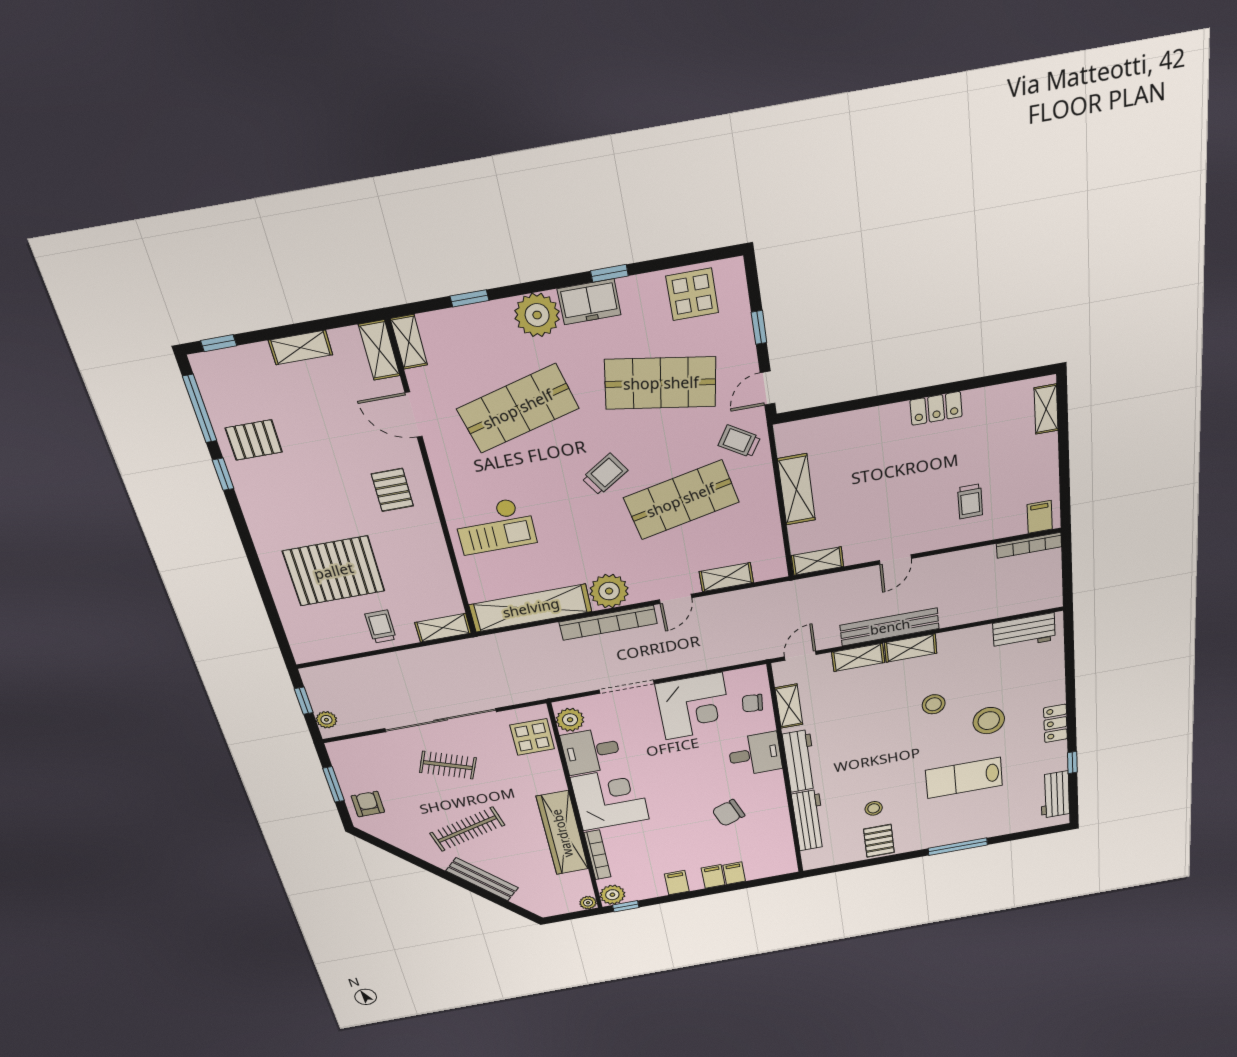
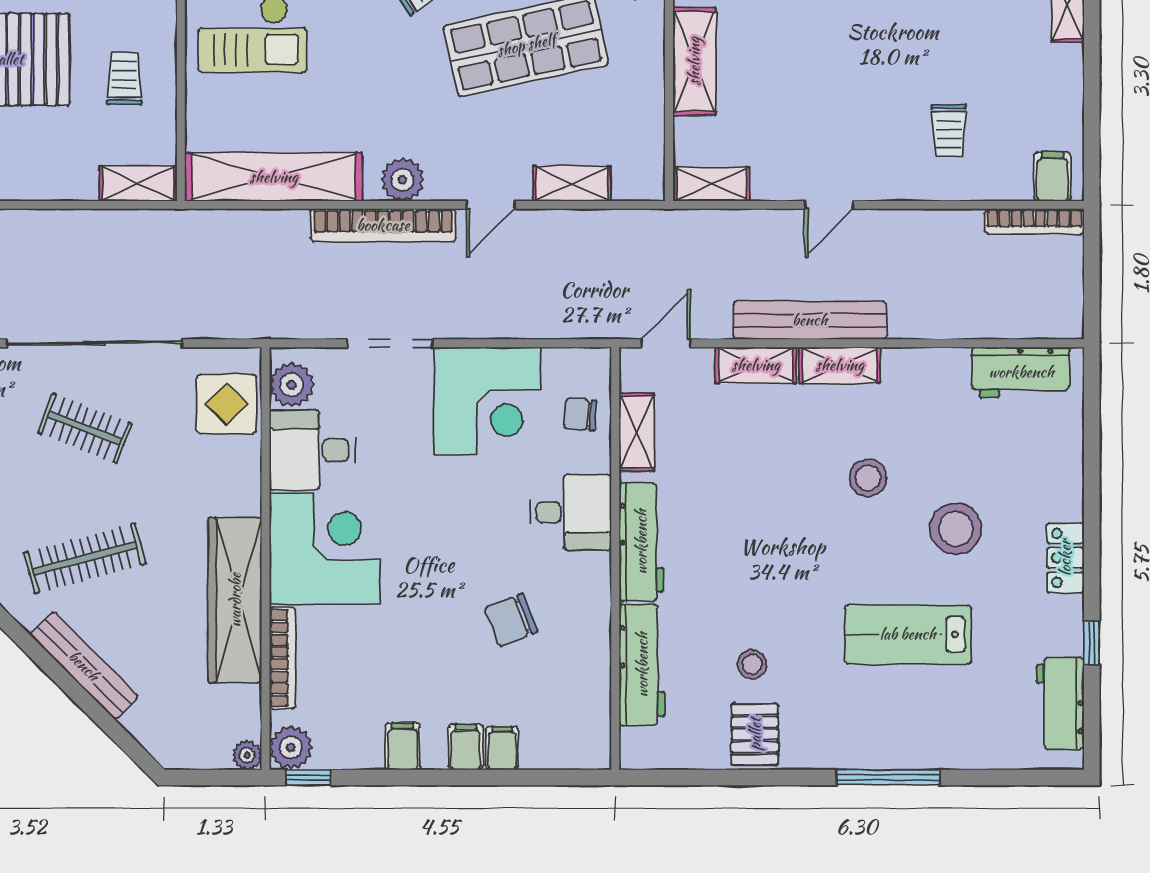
plant: (609, 591) -> (402, 180), width x0.73, depth x0.73
trolley: (381, 627) -> (124, 79), moved

